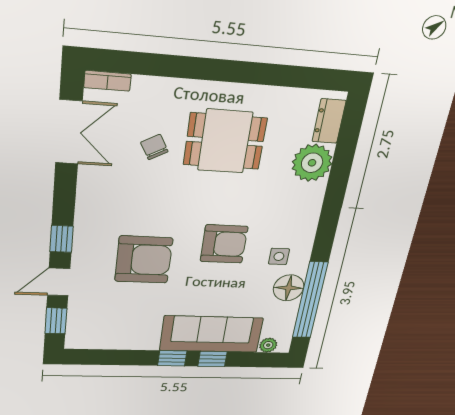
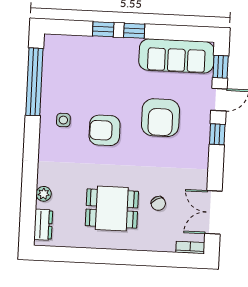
plant: (312, 163) -> (44, 194), width x0.53, depth x0.53
armchair: (144, 260) -> (160, 118), turned -90
floor lamp: (289, 288) -> (52, 93), removed
sofa: (211, 334) -> (176, 56), moved
plant: (268, 345) -> (61, 41), removed

